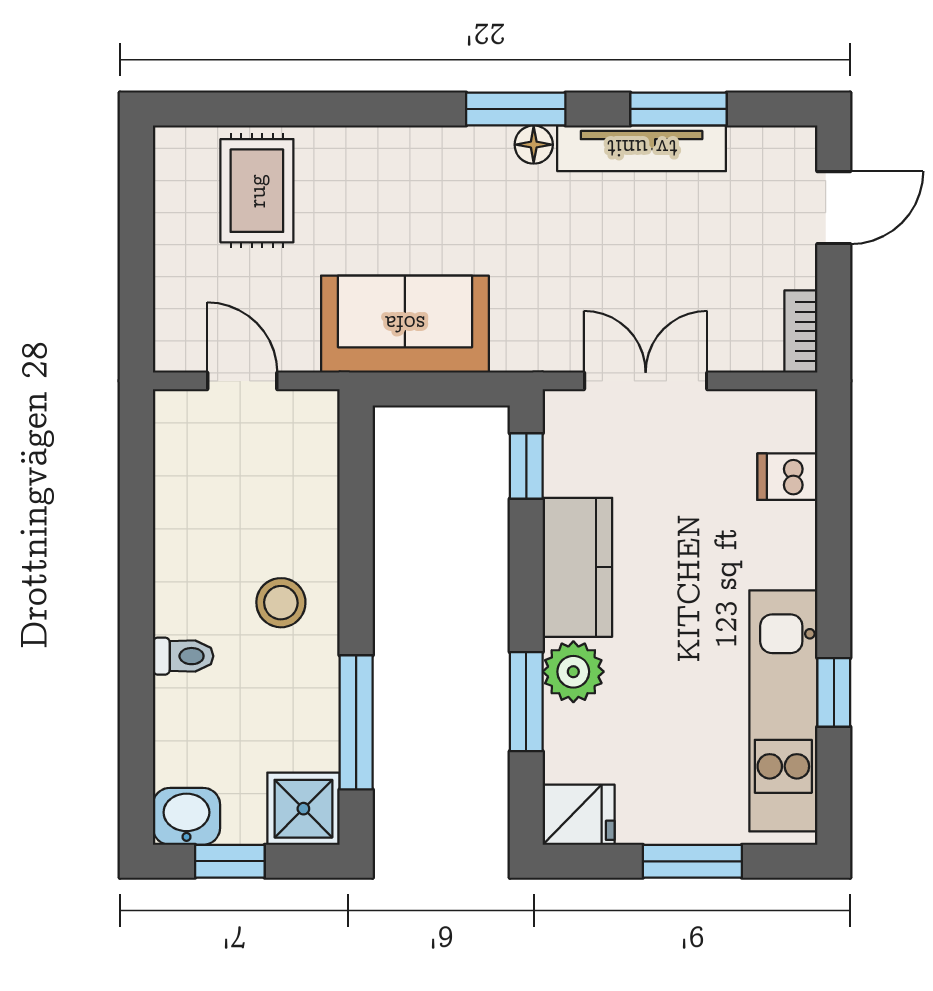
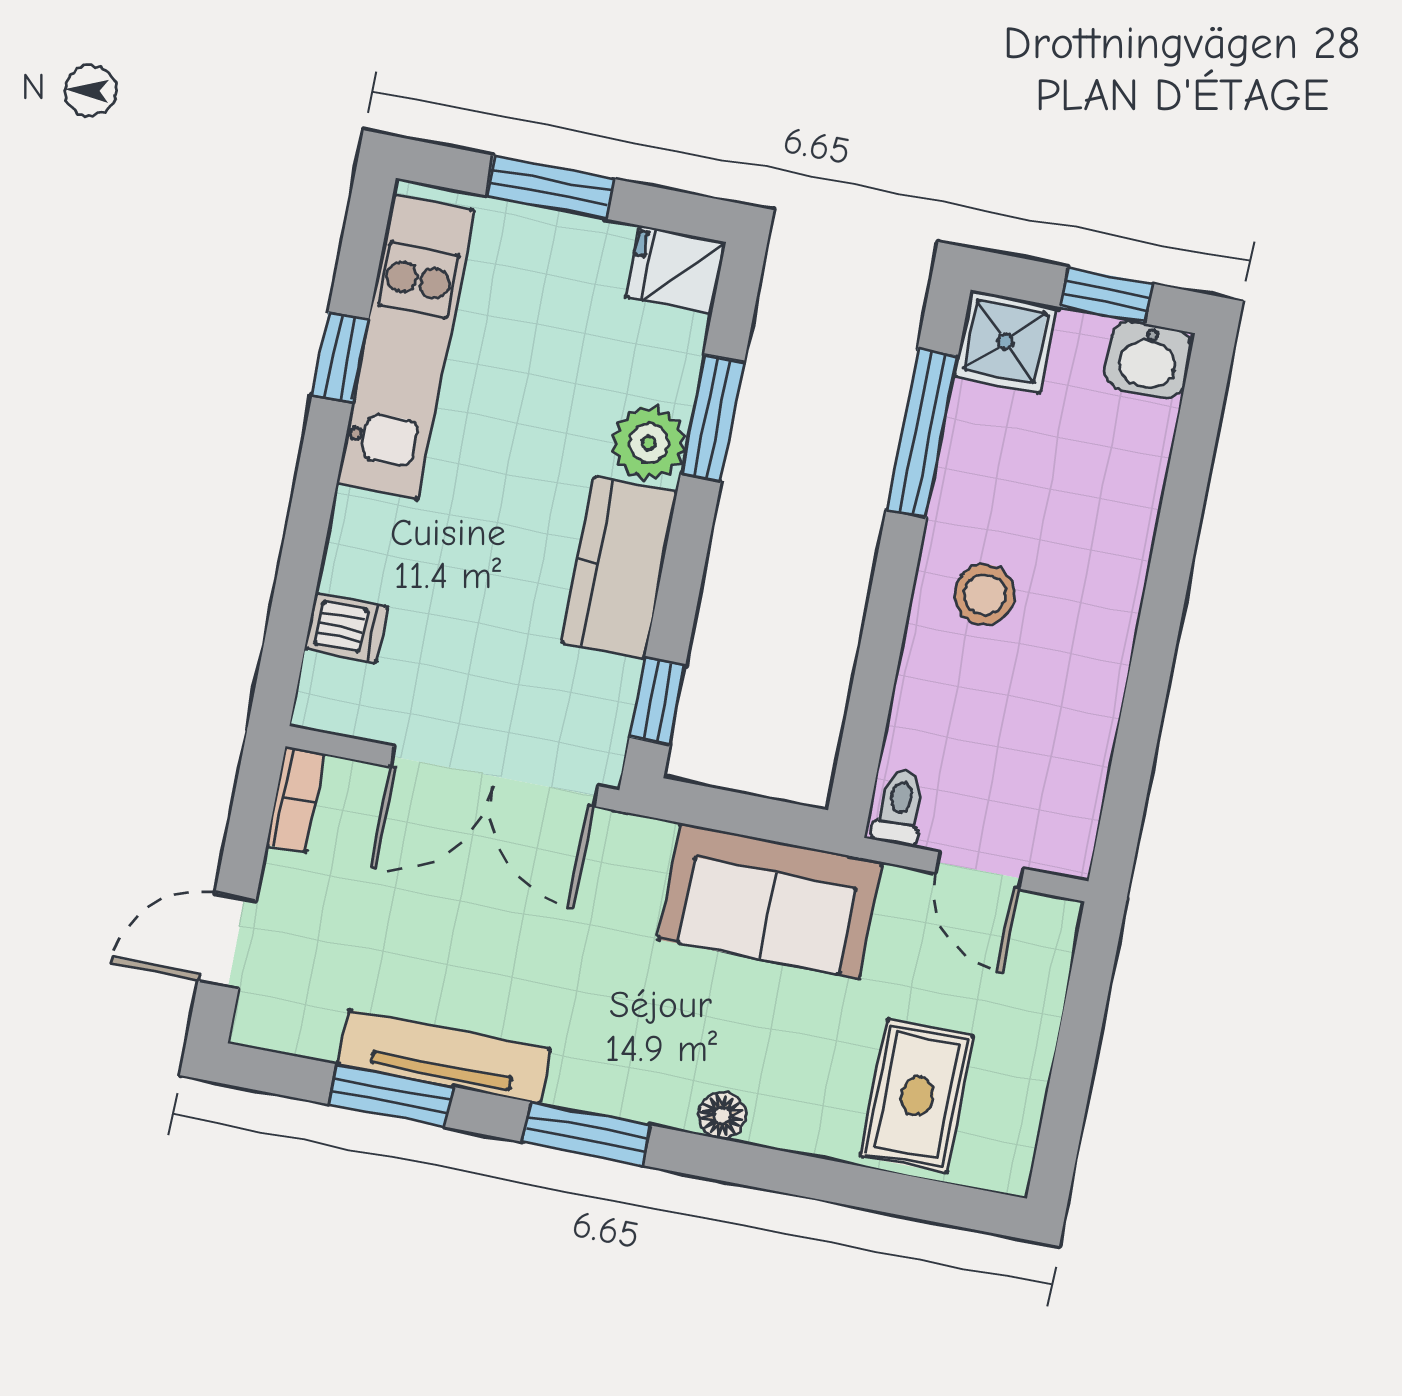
floor lamp: (534, 145) -> (722, 1115), moved
double door: (646, 381) -> (494, 776), width x1.37
toilet: (183, 656) -> (899, 807), moved, turned 90

